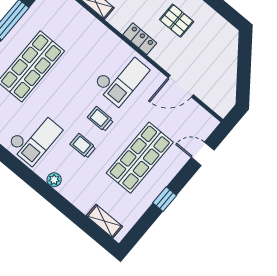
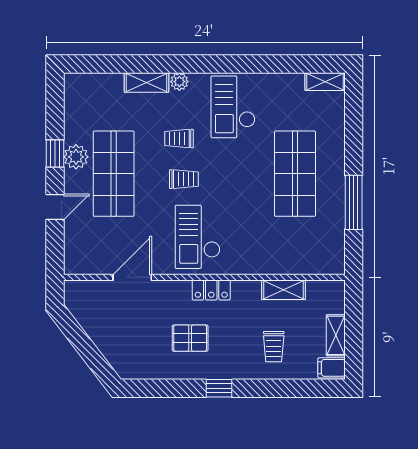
trolley: (83, 146) -> (179, 139), turned 180
door: (203, 154) -> (55, 207), moved
plant: (154, 187) -> (76, 157), added
shelving: (104, 221) -> (146, 82), moved

